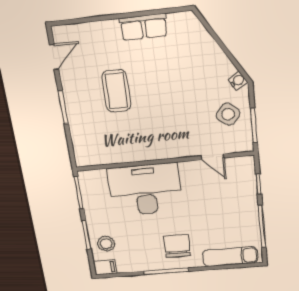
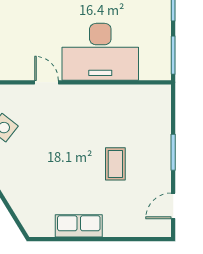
coffee table: (116, 91) -> (115, 164), width x0.73, depth x0.77
door: (212, 157) -> (47, 82), moved

